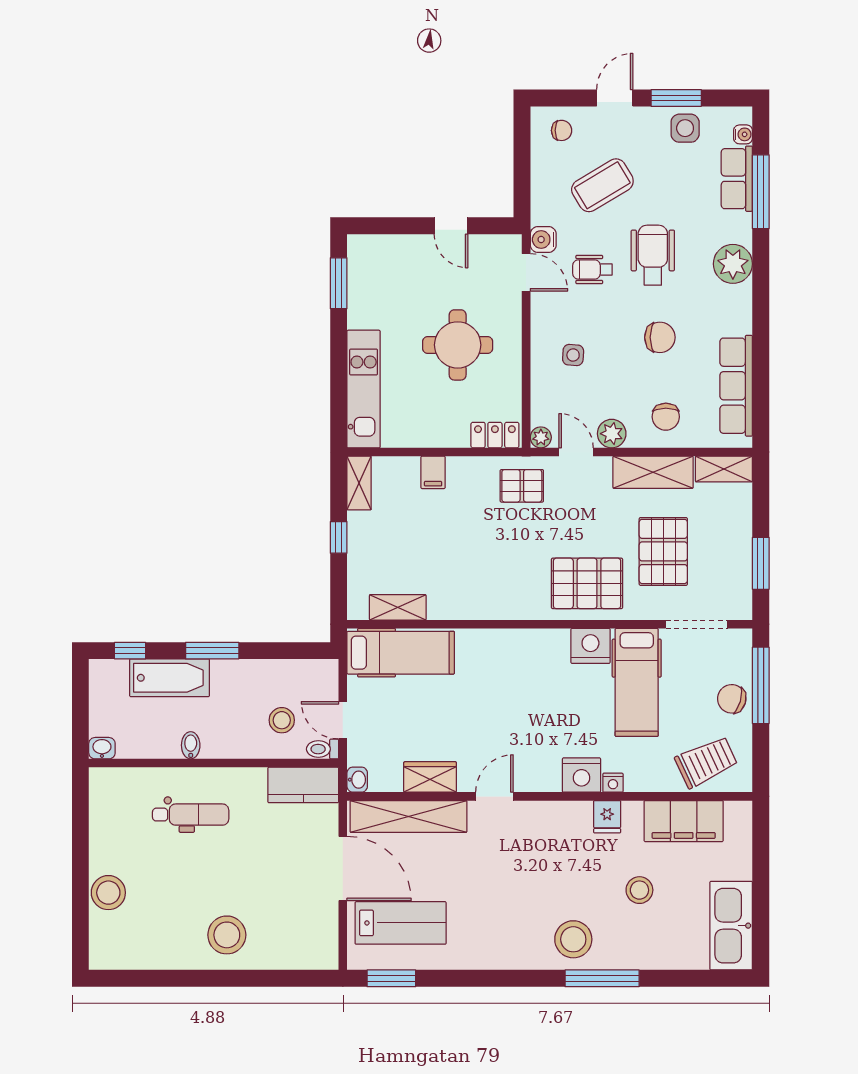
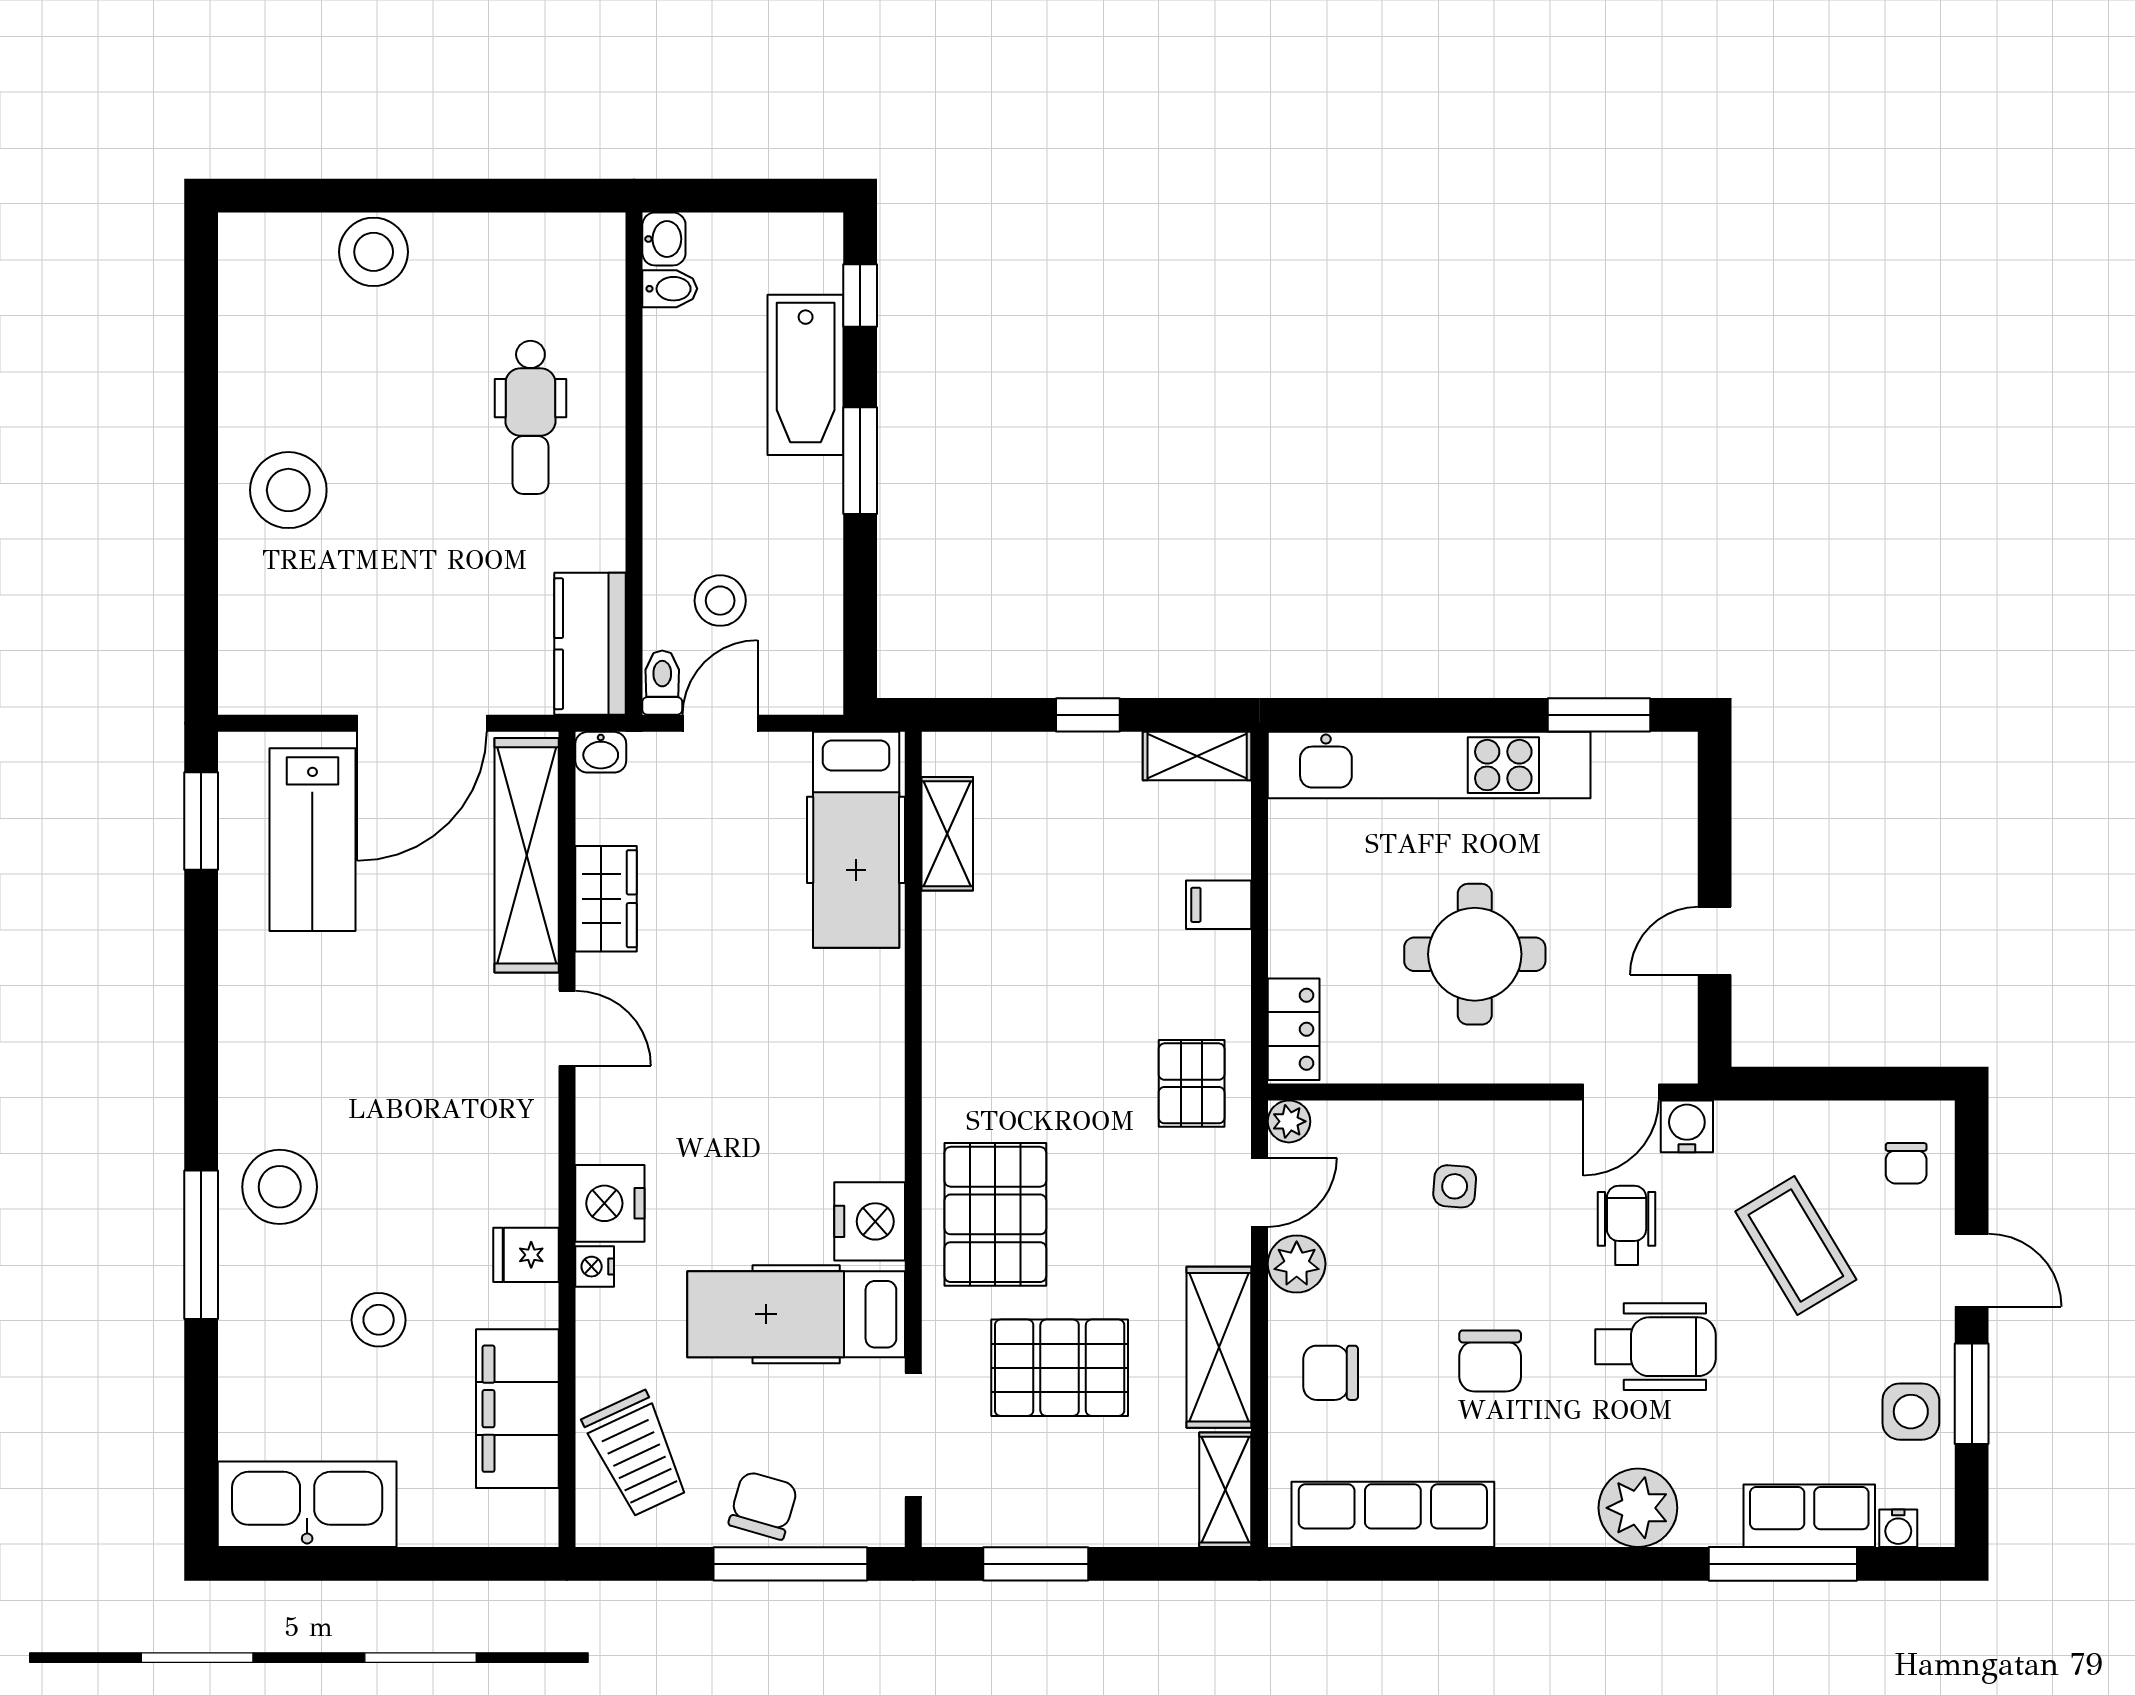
kitchen unit: (364, 389) -> (1429, 765), width x1.36
bidet: (191, 745) -> (670, 289), moved

